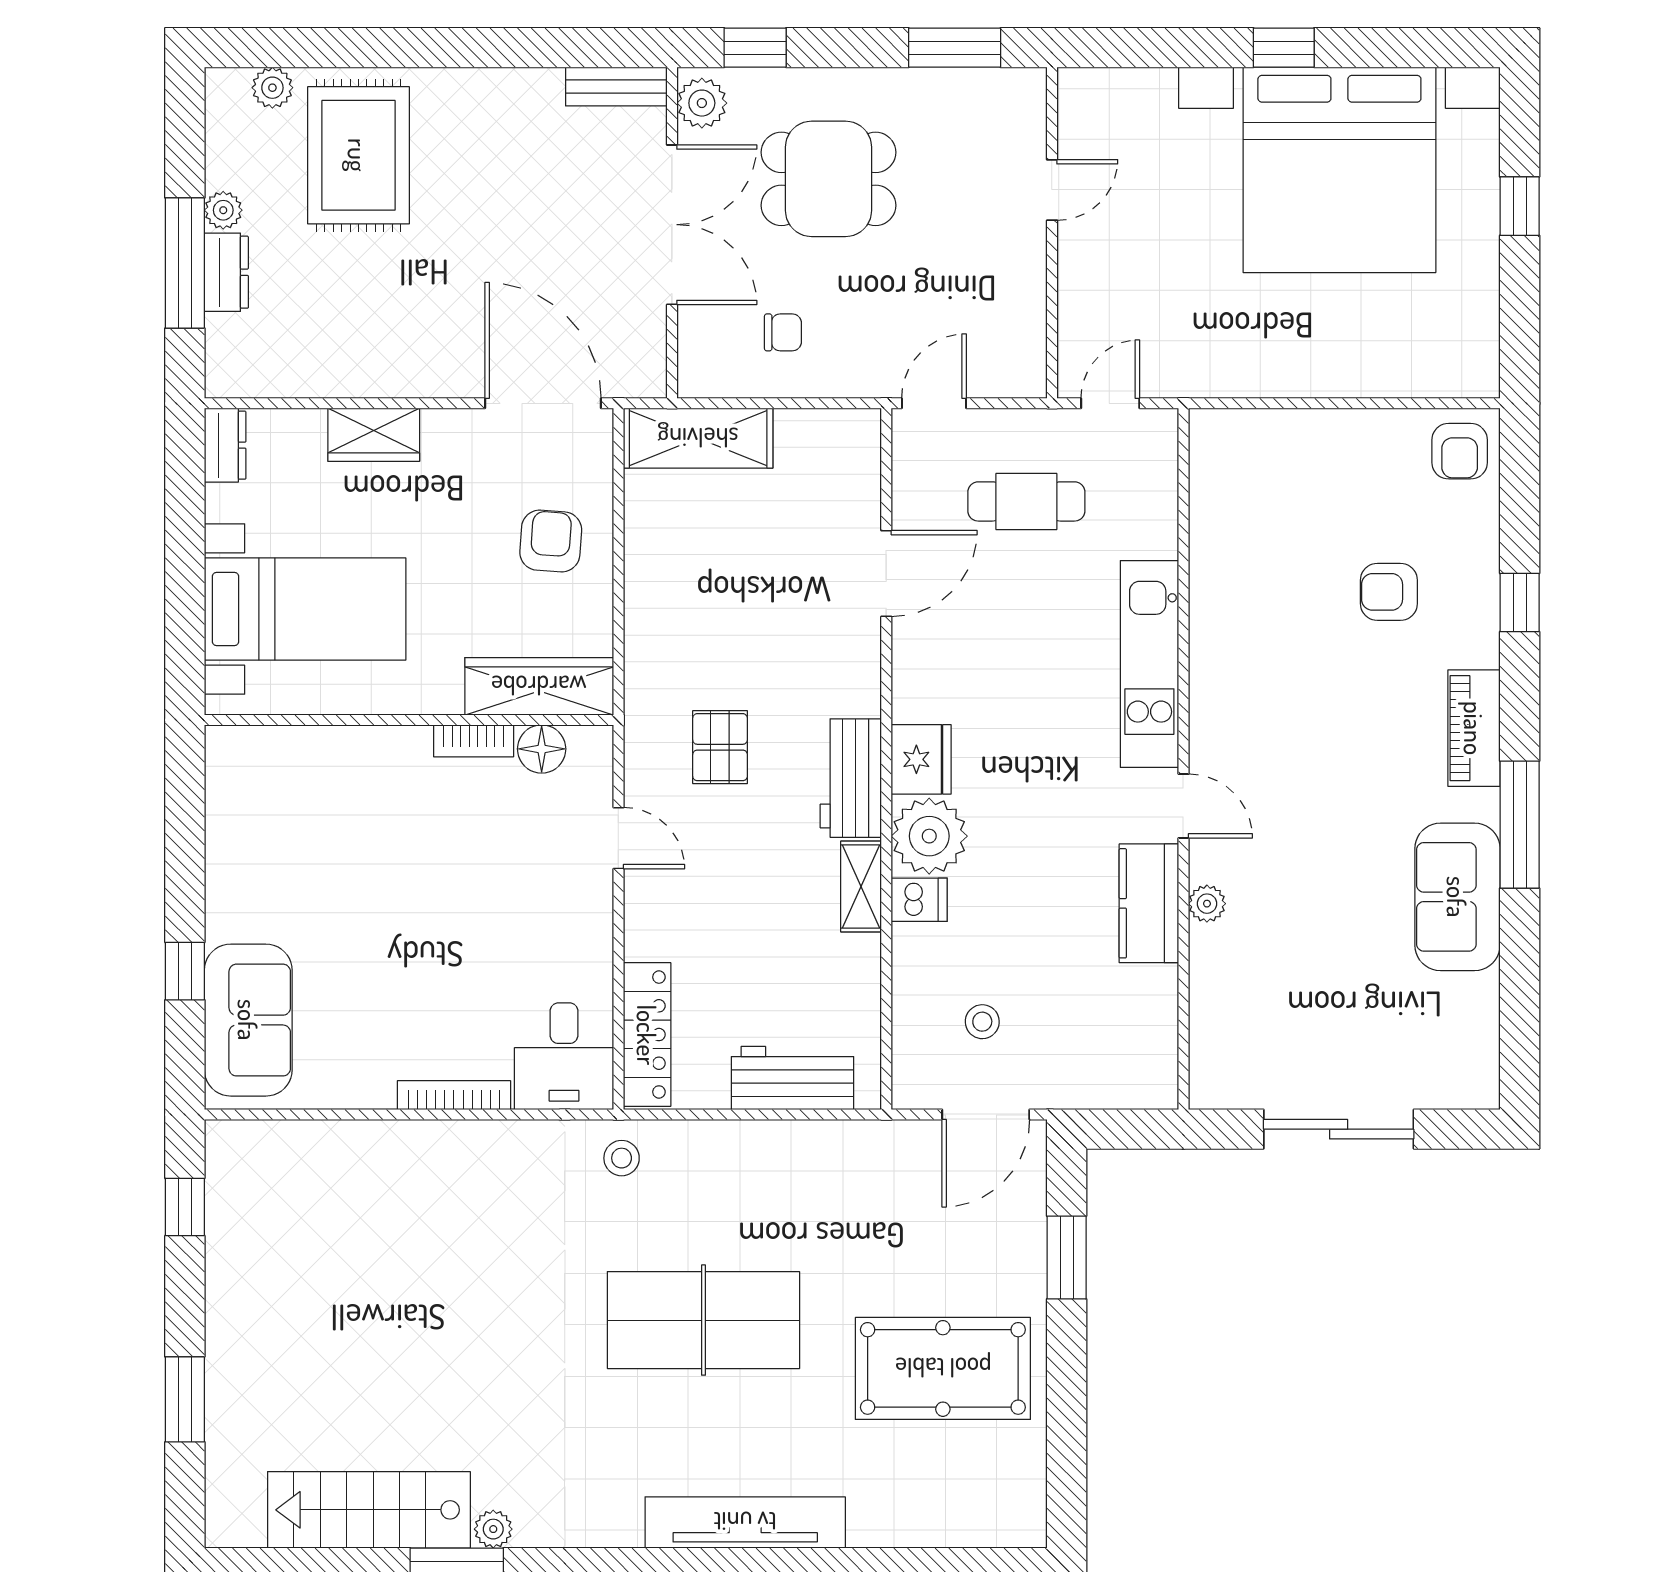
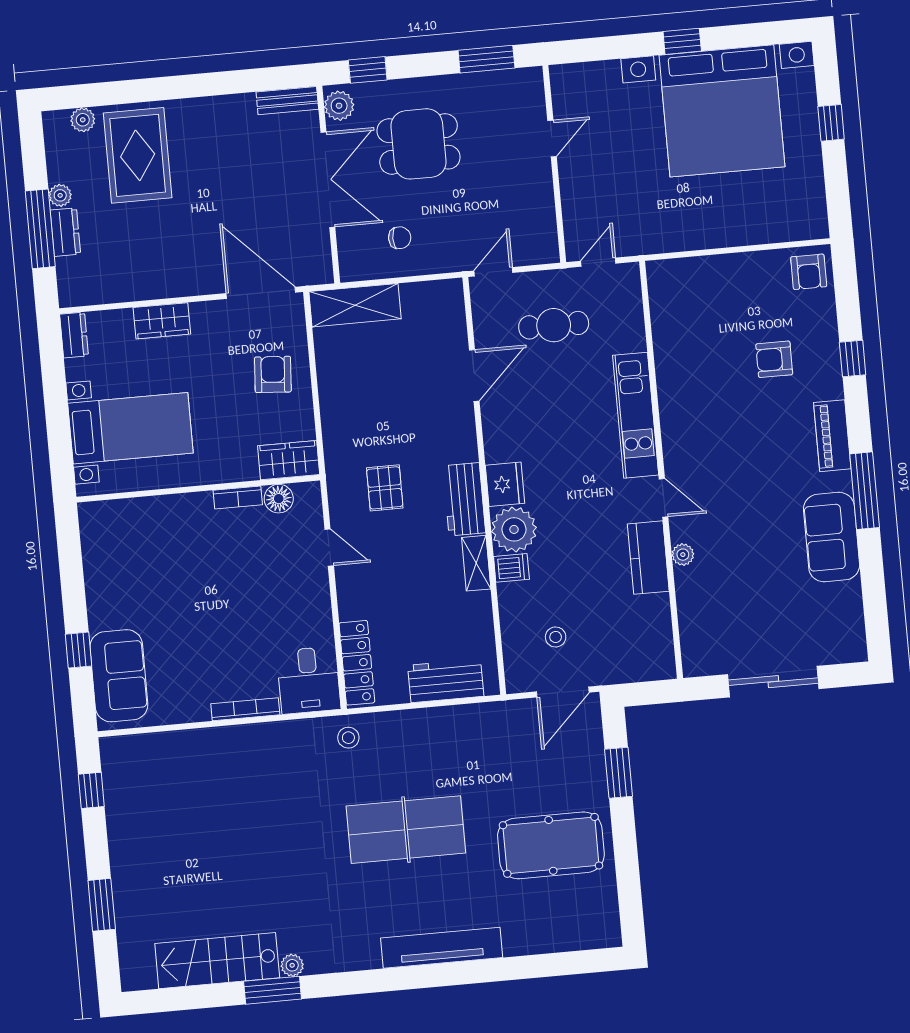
wardrobe: (539, 686) -> (289, 460), width x0.67

